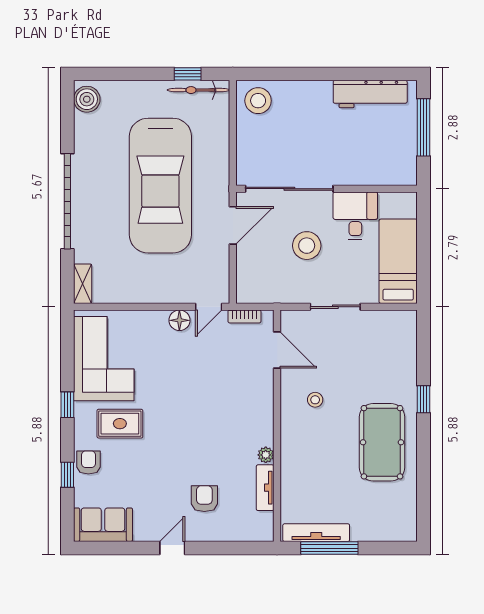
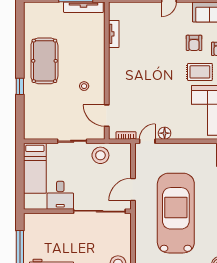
stool: (307, 246) -> (100, 155), moved
plant: (266, 455) -> (113, 53), removed
armchair: (204, 499) -> (194, 43), moved

